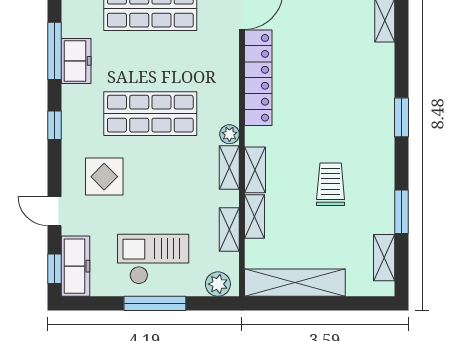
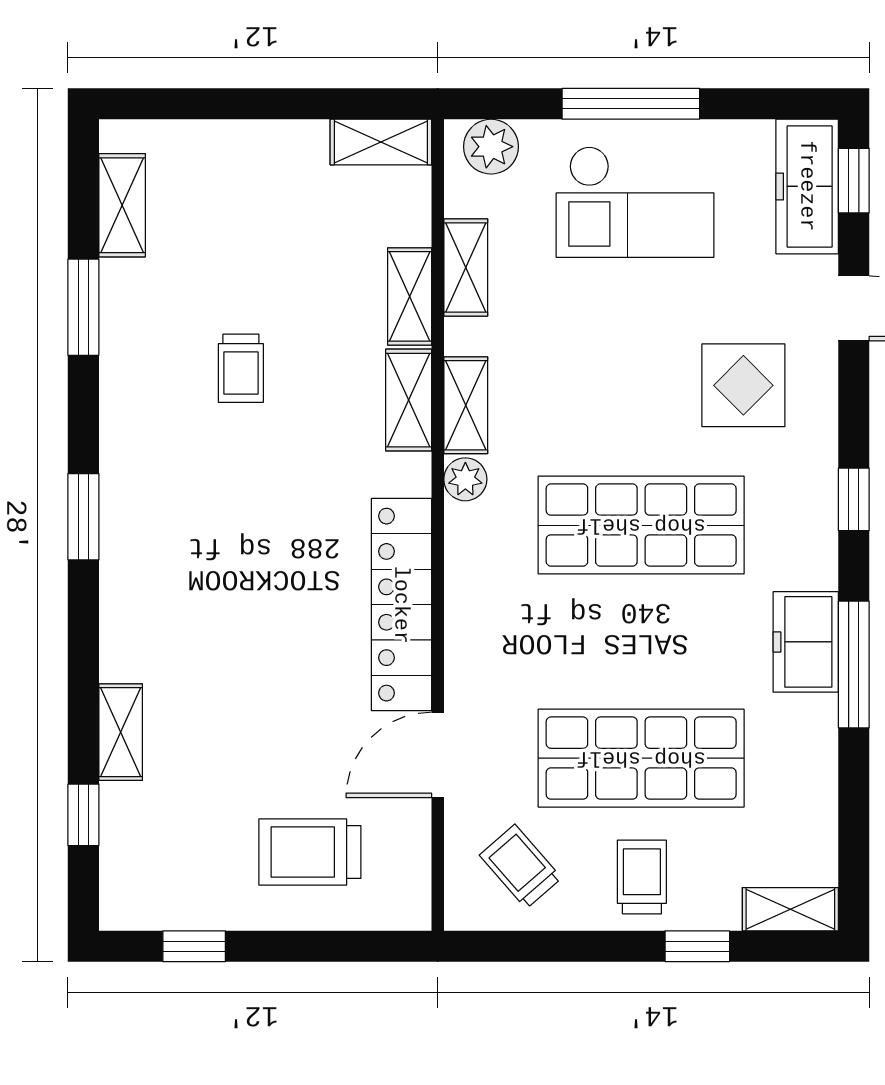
trolley: (331, 184) -> (241, 368), width x0.73, depth x0.72
shelving: (295, 283) -> (381, 142), width x0.45, depth x0.75

